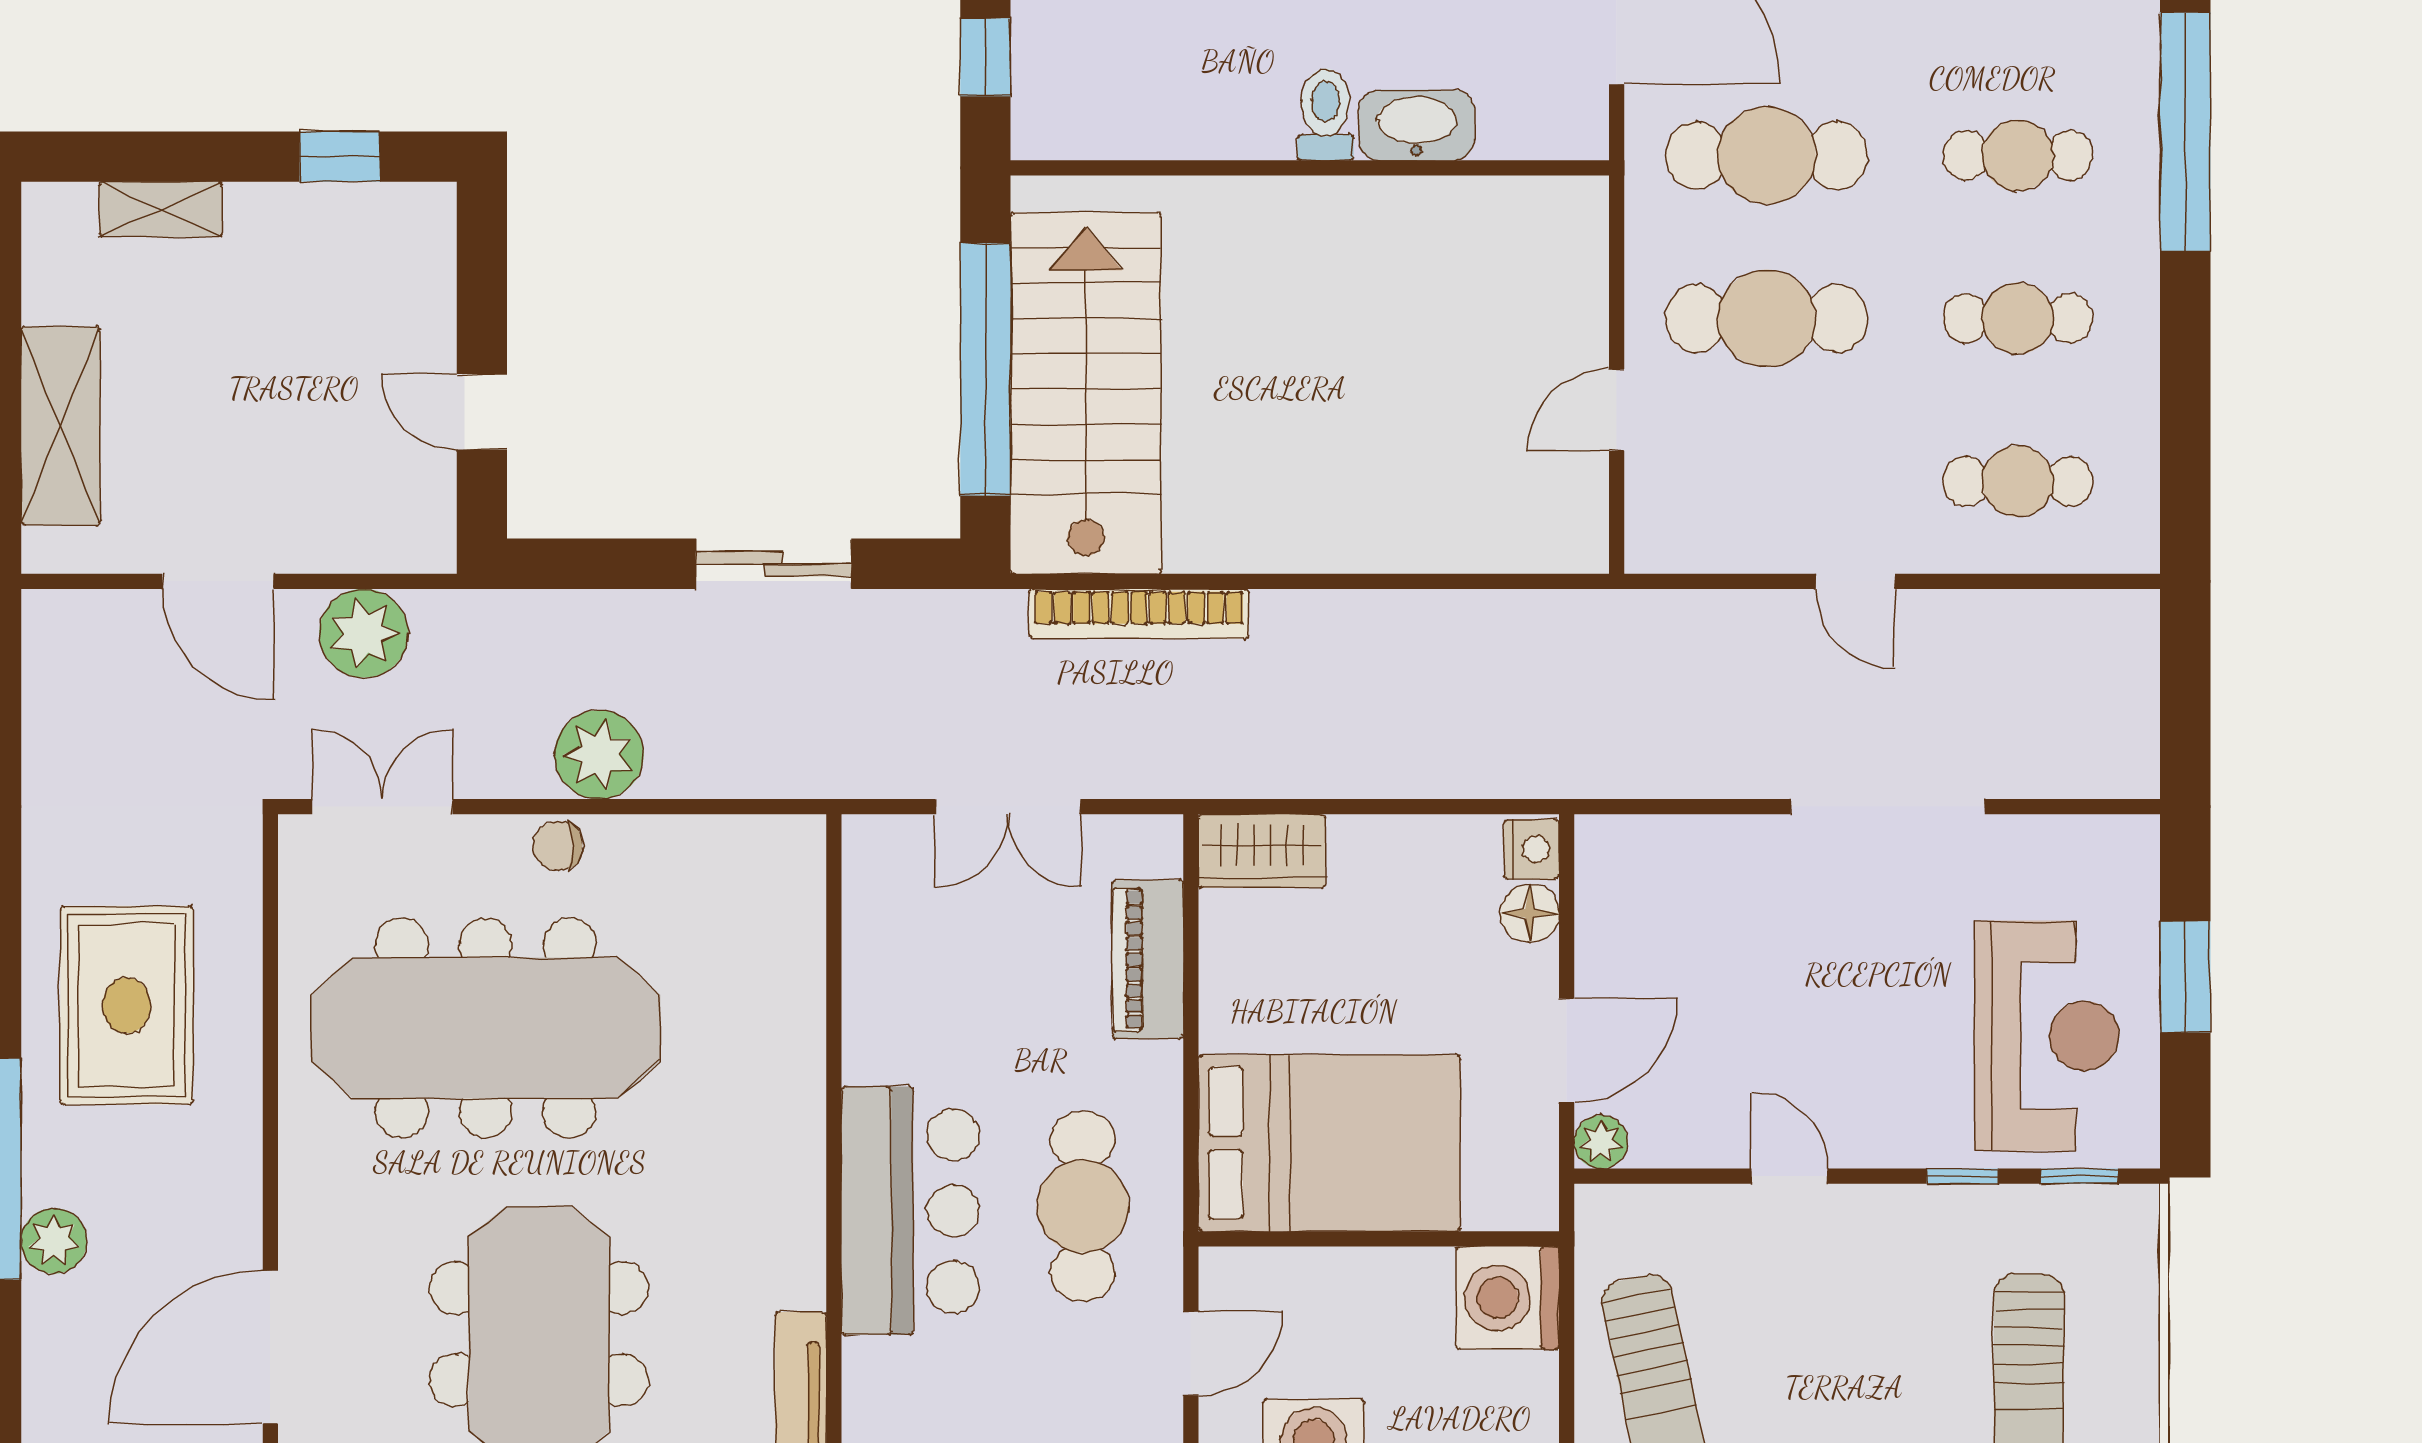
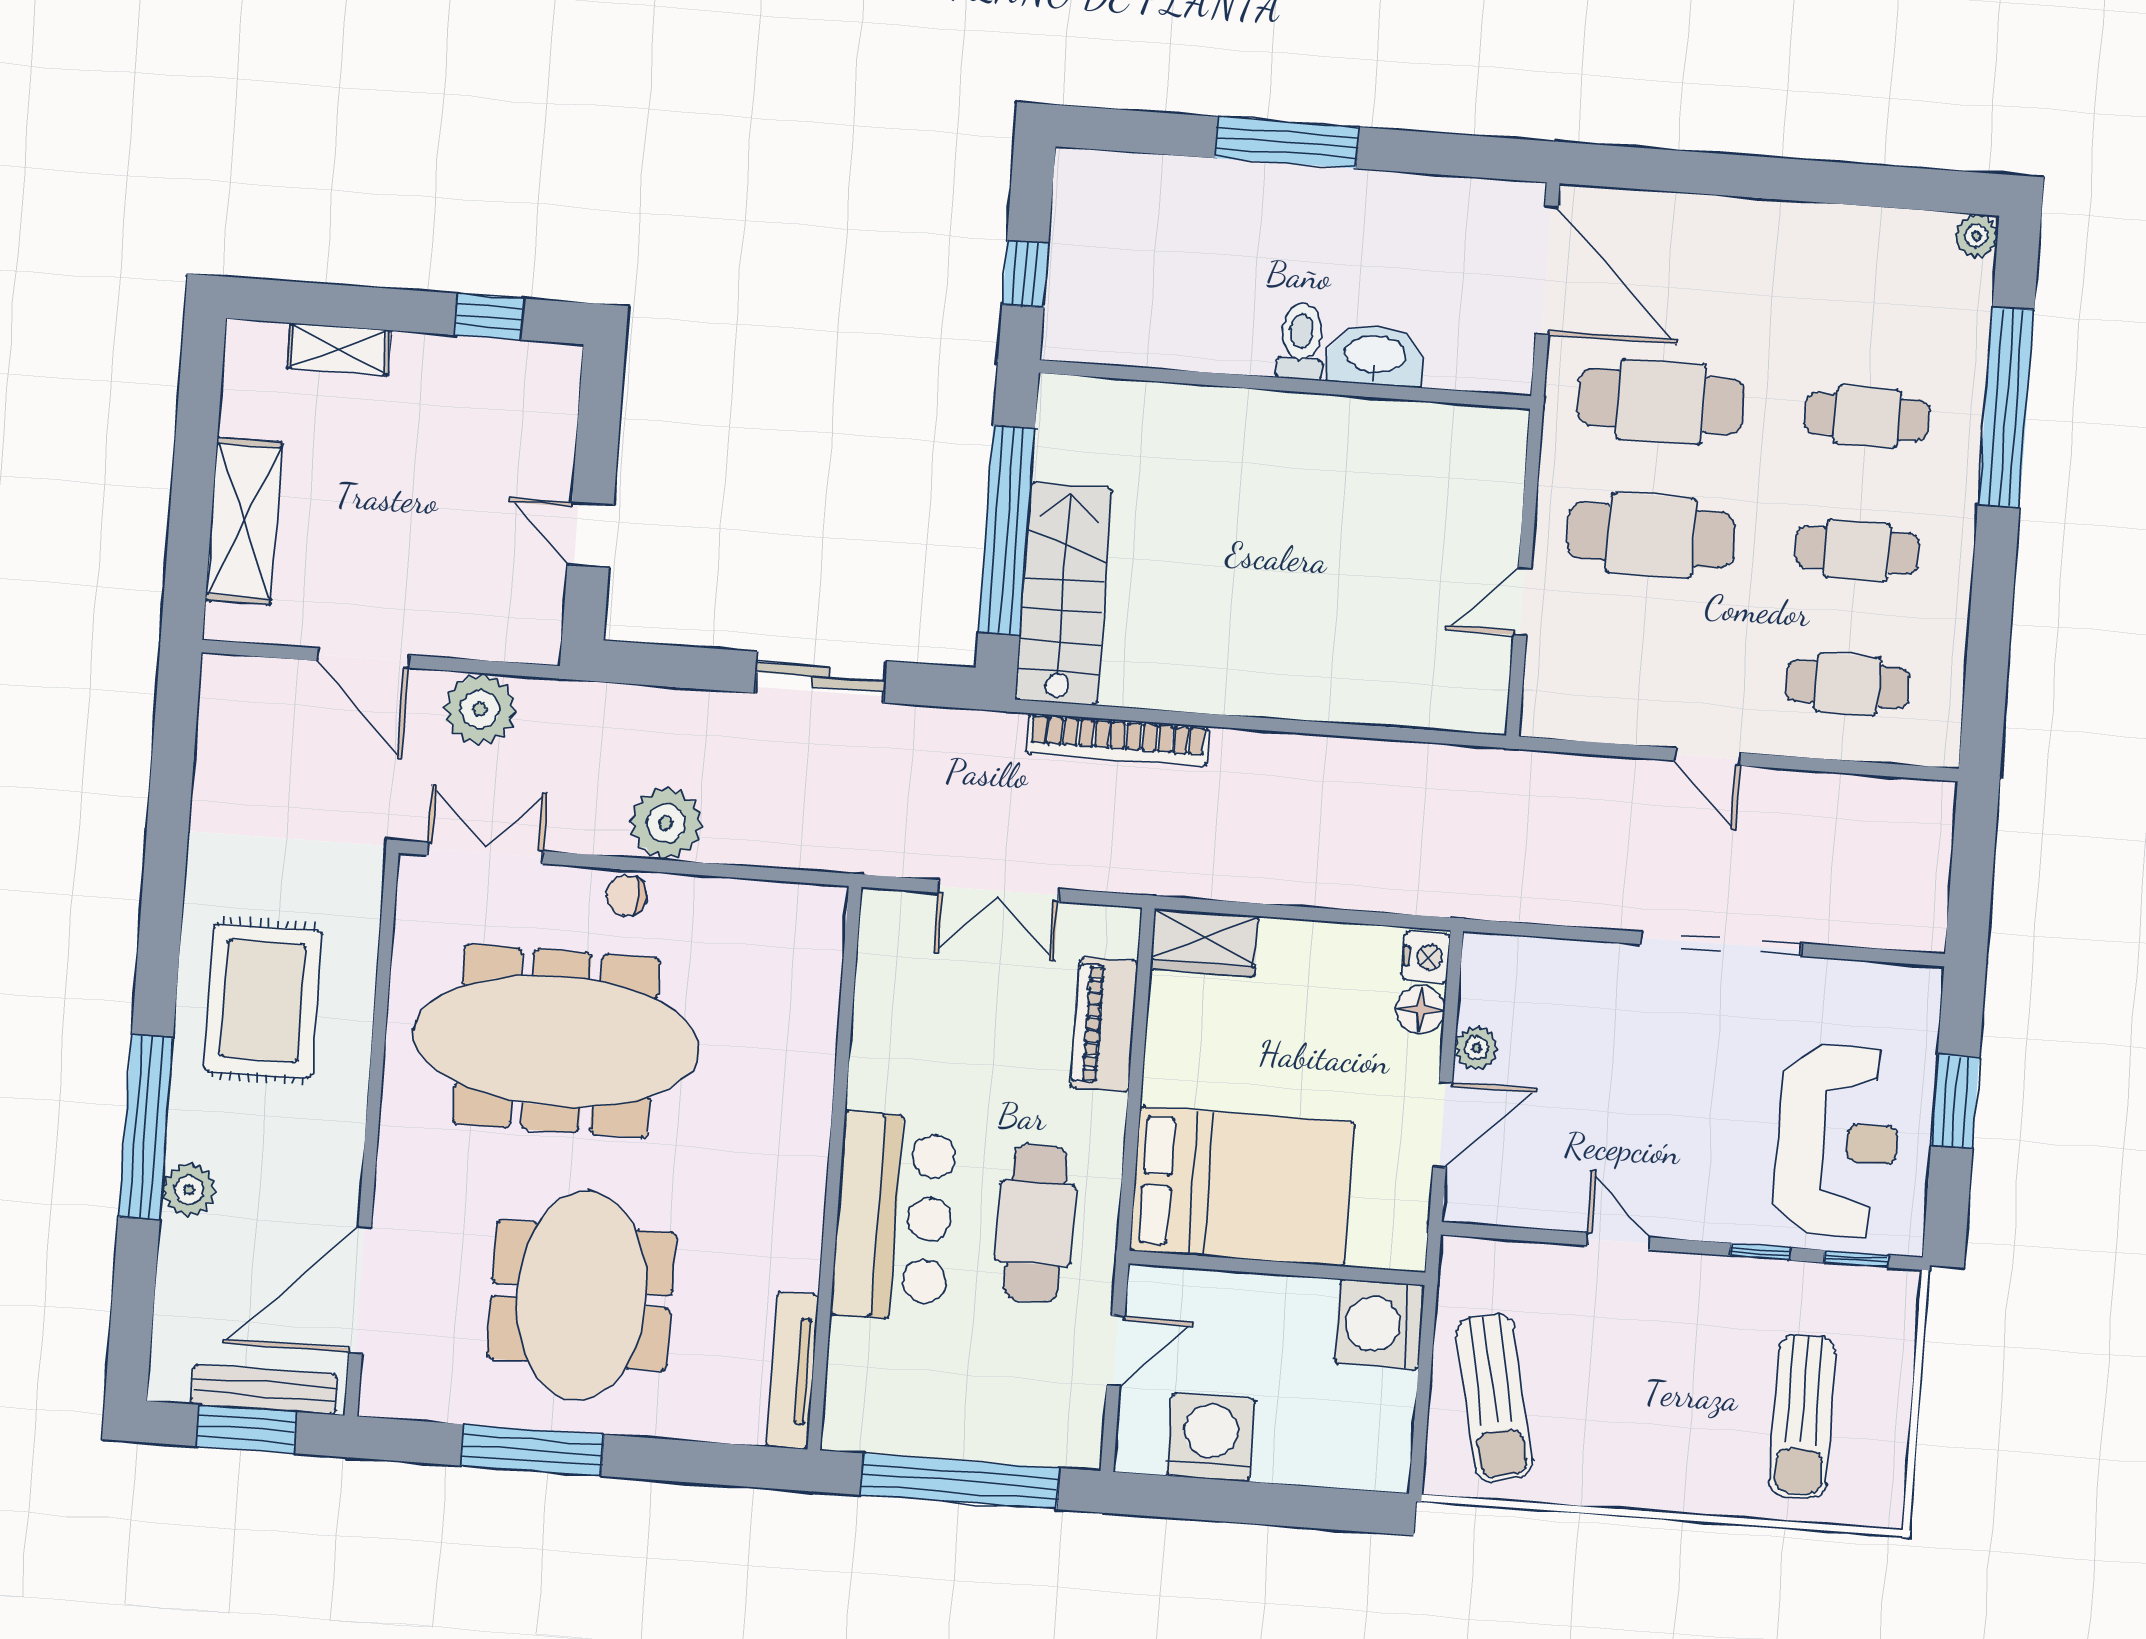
stairs: (1086, 393) -> (1064, 594), width x0.73, depth x0.66
plant: (1601, 1142) -> (1477, 1048), moved

